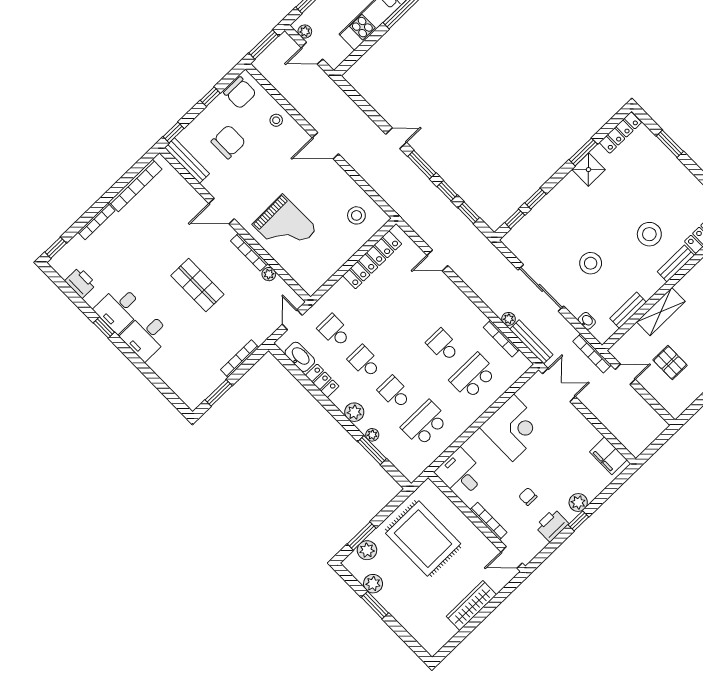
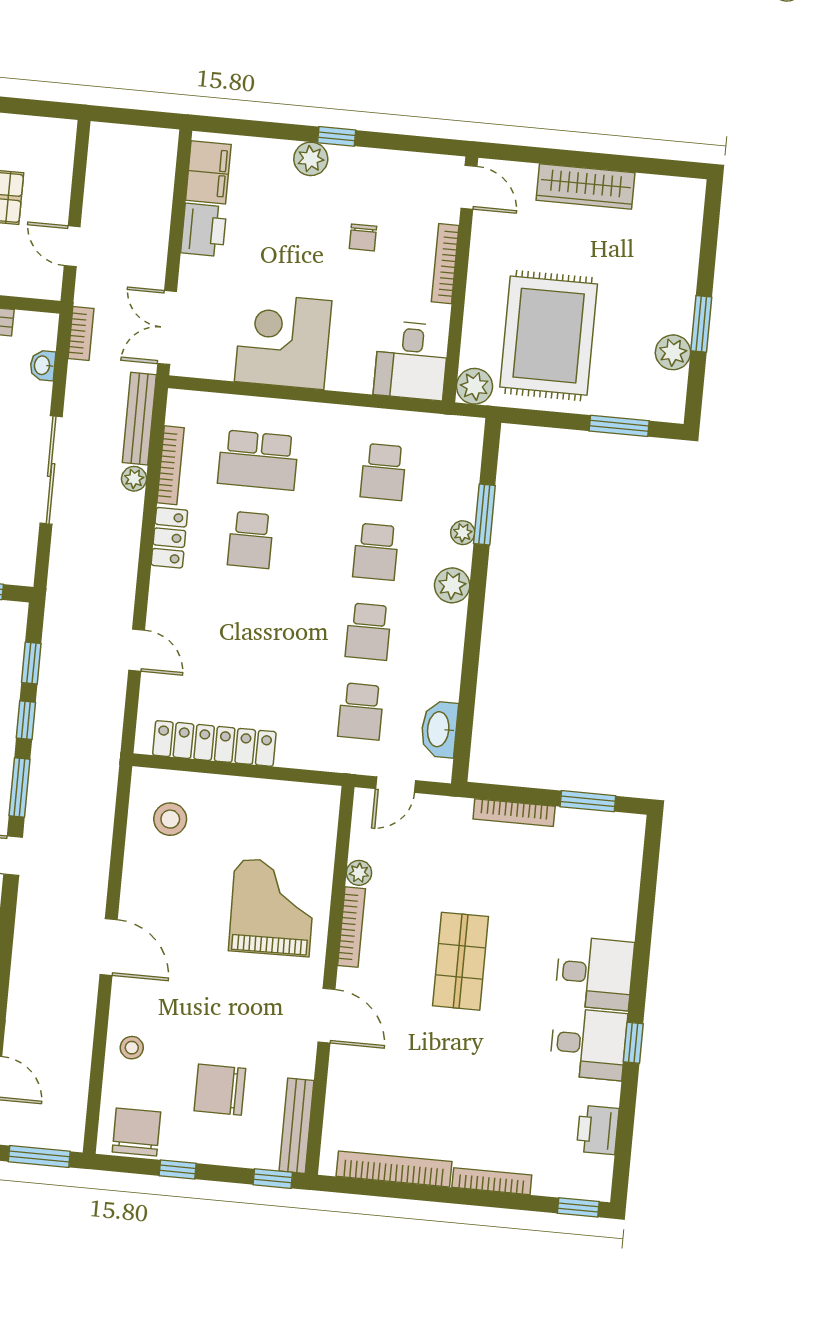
bookcase: (592, 353) -> (81, 334), width x0.64
locker: (322, 381) -> (169, 538), moved, turned 180
school desk: (425, 423) -> (383, 472), width x0.54
printer: (552, 525) -> (204, 230), moved, turned -90
plant: (367, 550) -> (475, 386), moved

